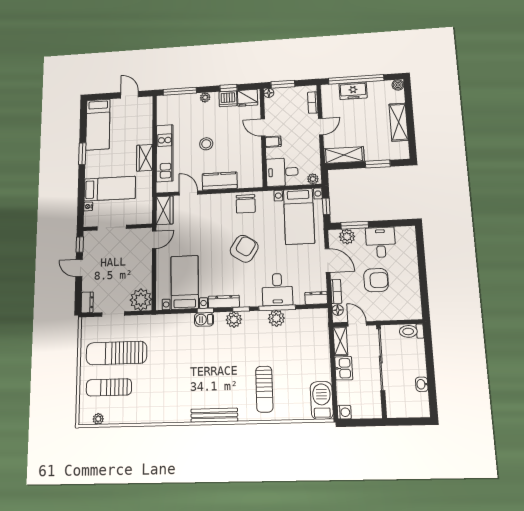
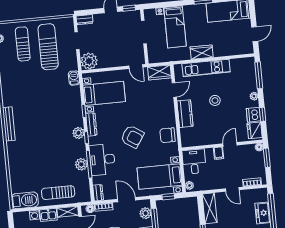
door: (328, 261) -> (127, 200), swing flipped
desk: (277, 290) -> (102, 160), width x1.37
barbecue: (204, 319) -> (74, 78), moved
sun lounger: (264, 389) -> (58, 193), moved
washing machine: (344, 412) -> (35, 215), moved

